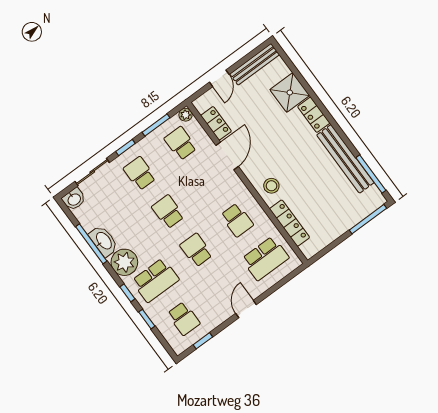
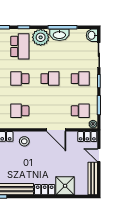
locker: (216, 123) -> (87, 137), moved
school desk: (196, 250) -> (20, 79), turned 180
school desk: (155, 280) -> (20, 46), turned 180

